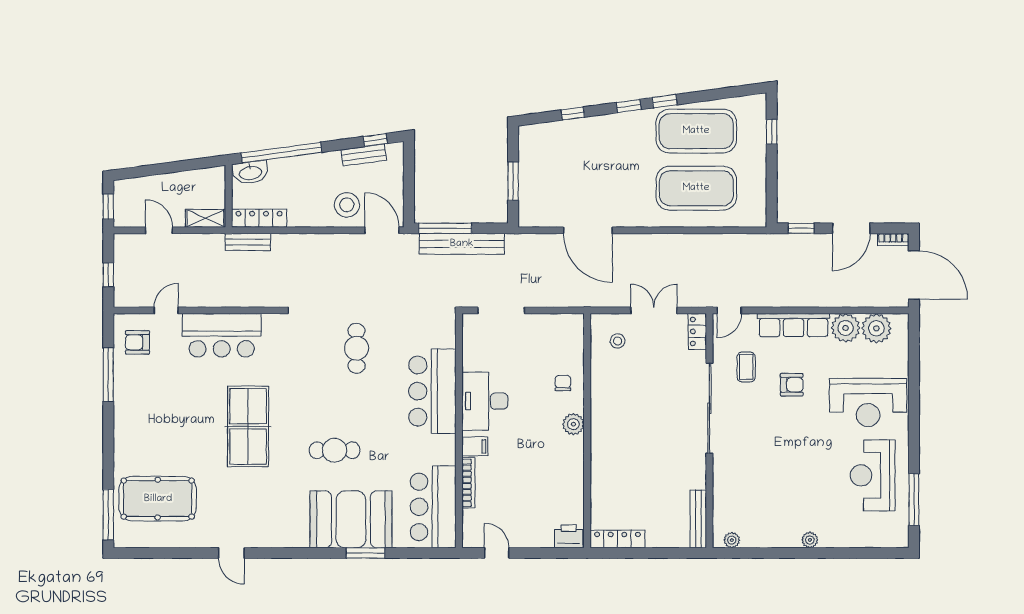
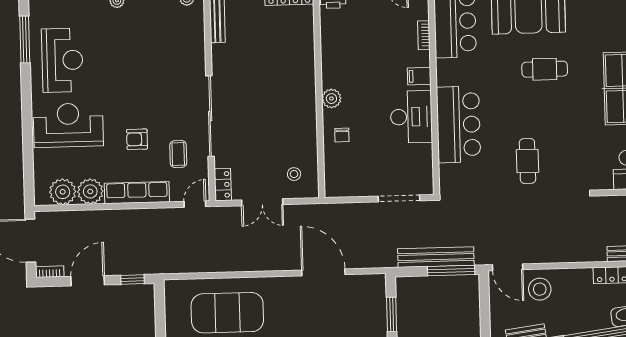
bookcase: (468, 483) -> (424, 35), width x0.64

